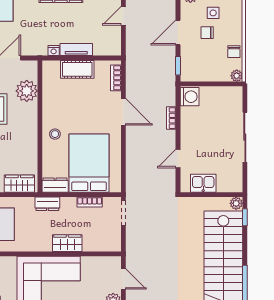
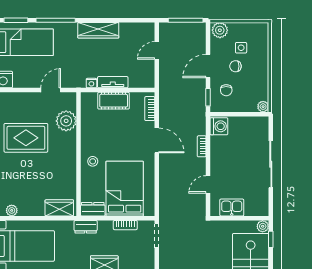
chair: (234, 52) -> (226, 90), moved

